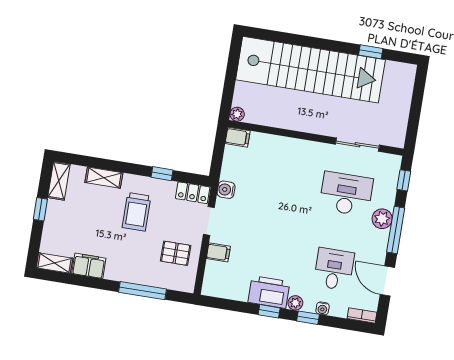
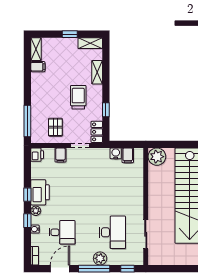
plant: (237, 114) -> (157, 157), width x1.87, depth x1.87
filing cabinet: (238, 137) -> (128, 155), moved
water cooler: (226, 190) -> (116, 153), moved
trolley: (137, 212) -> (78, 97), turned 90
filing cabinet: (89, 266) -> (38, 67), width x0.50
printer: (212, 287) -> (37, 155), added
window: (143, 291) -> (27, 121), moved

